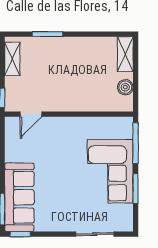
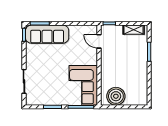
shelving: (125, 54) -> (137, 100), removed
boiler: (125, 87) -> (116, 96), width x1.86, depth x1.86
corner sofa: (110, 171) -> (83, 85), moved, turned -90

